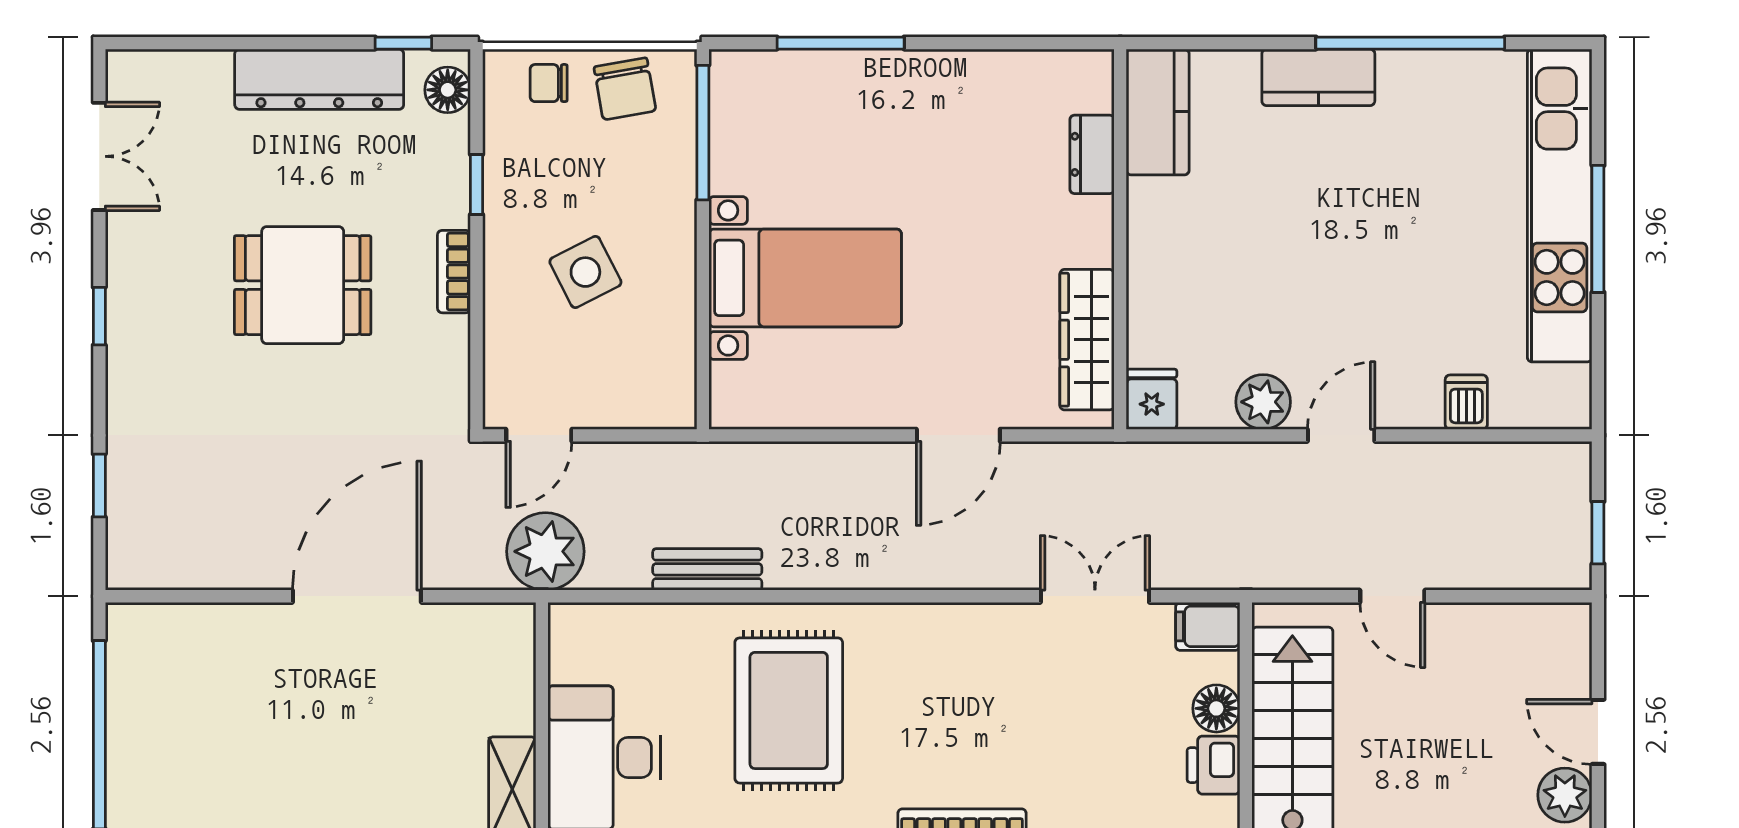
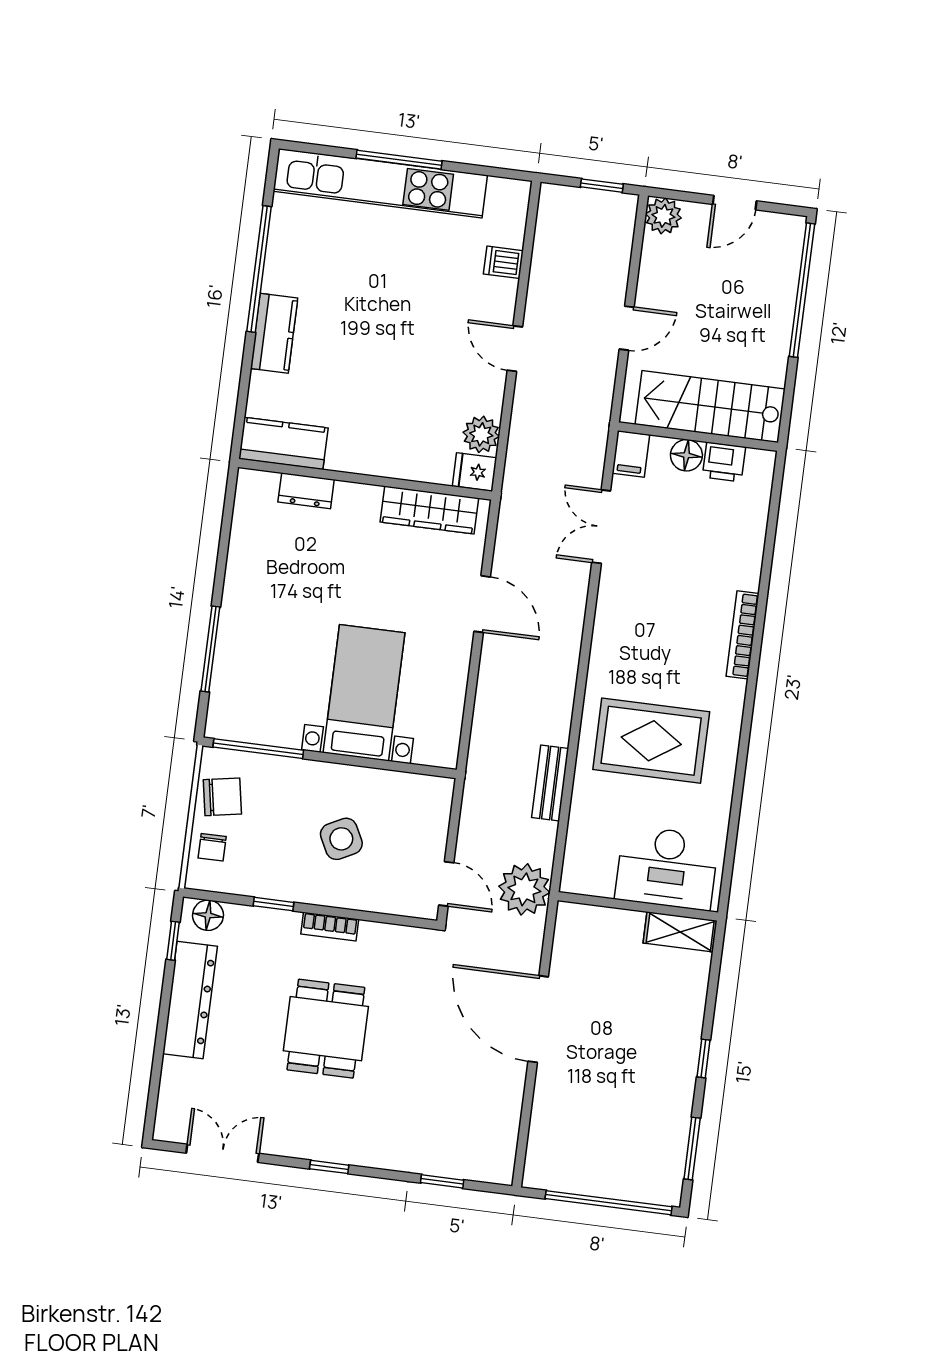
plant: (1263, 402) -> (481, 434), moved
plant: (1565, 795) -> (663, 216), moved

